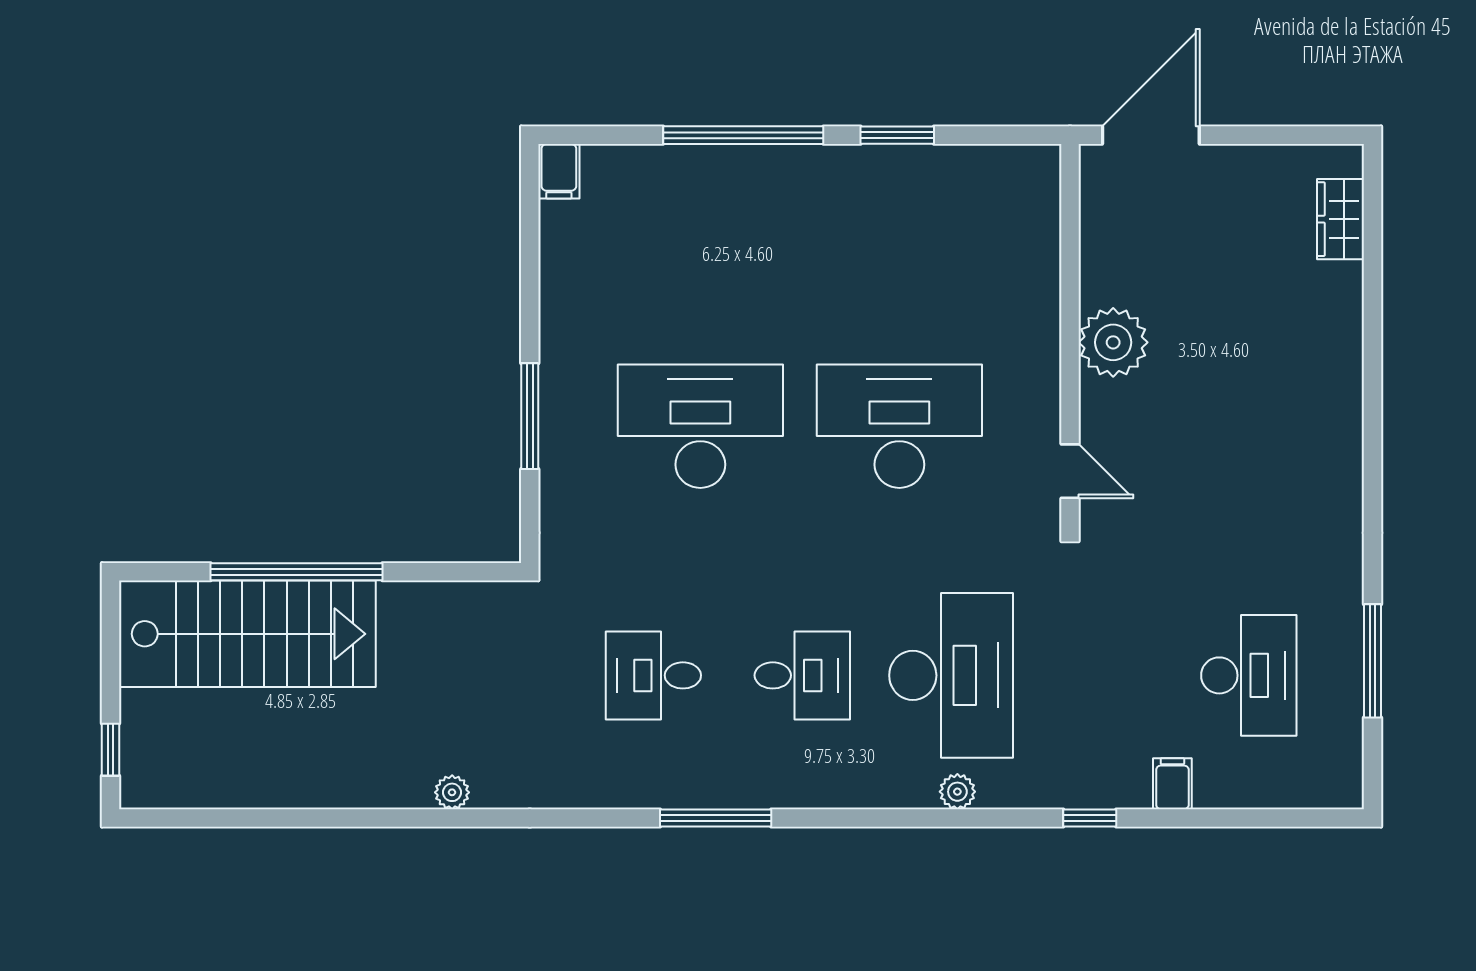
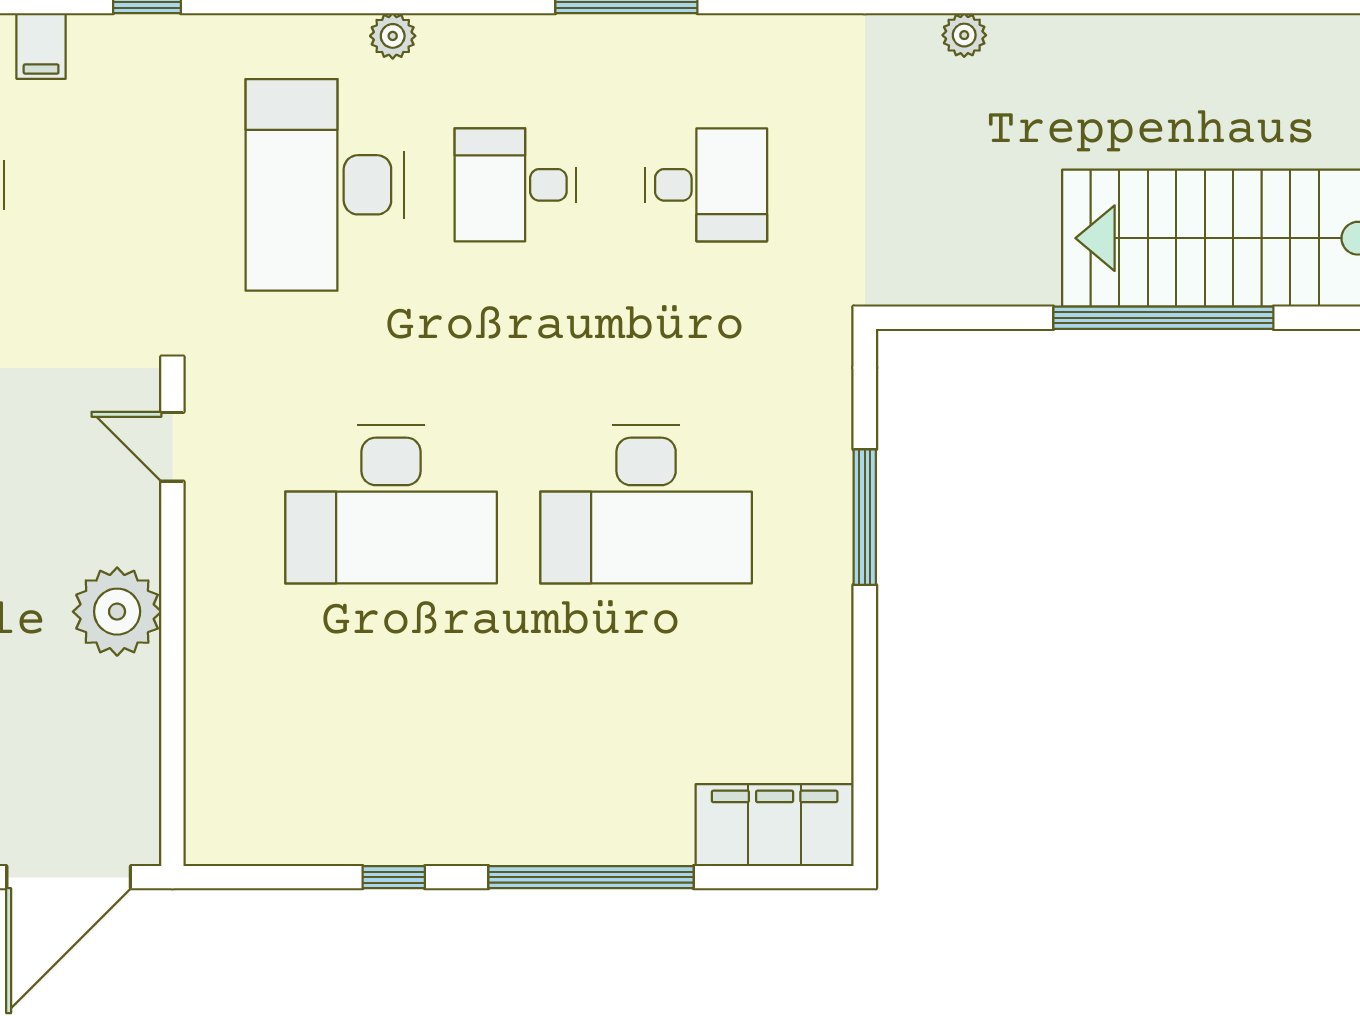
window: (897, 135) -> (394, 877), width x0.67
filing cabinet: (559, 171) -> (775, 825), width x3.00, depth x1.17
plant: (957, 792) -> (393, 36), moved

